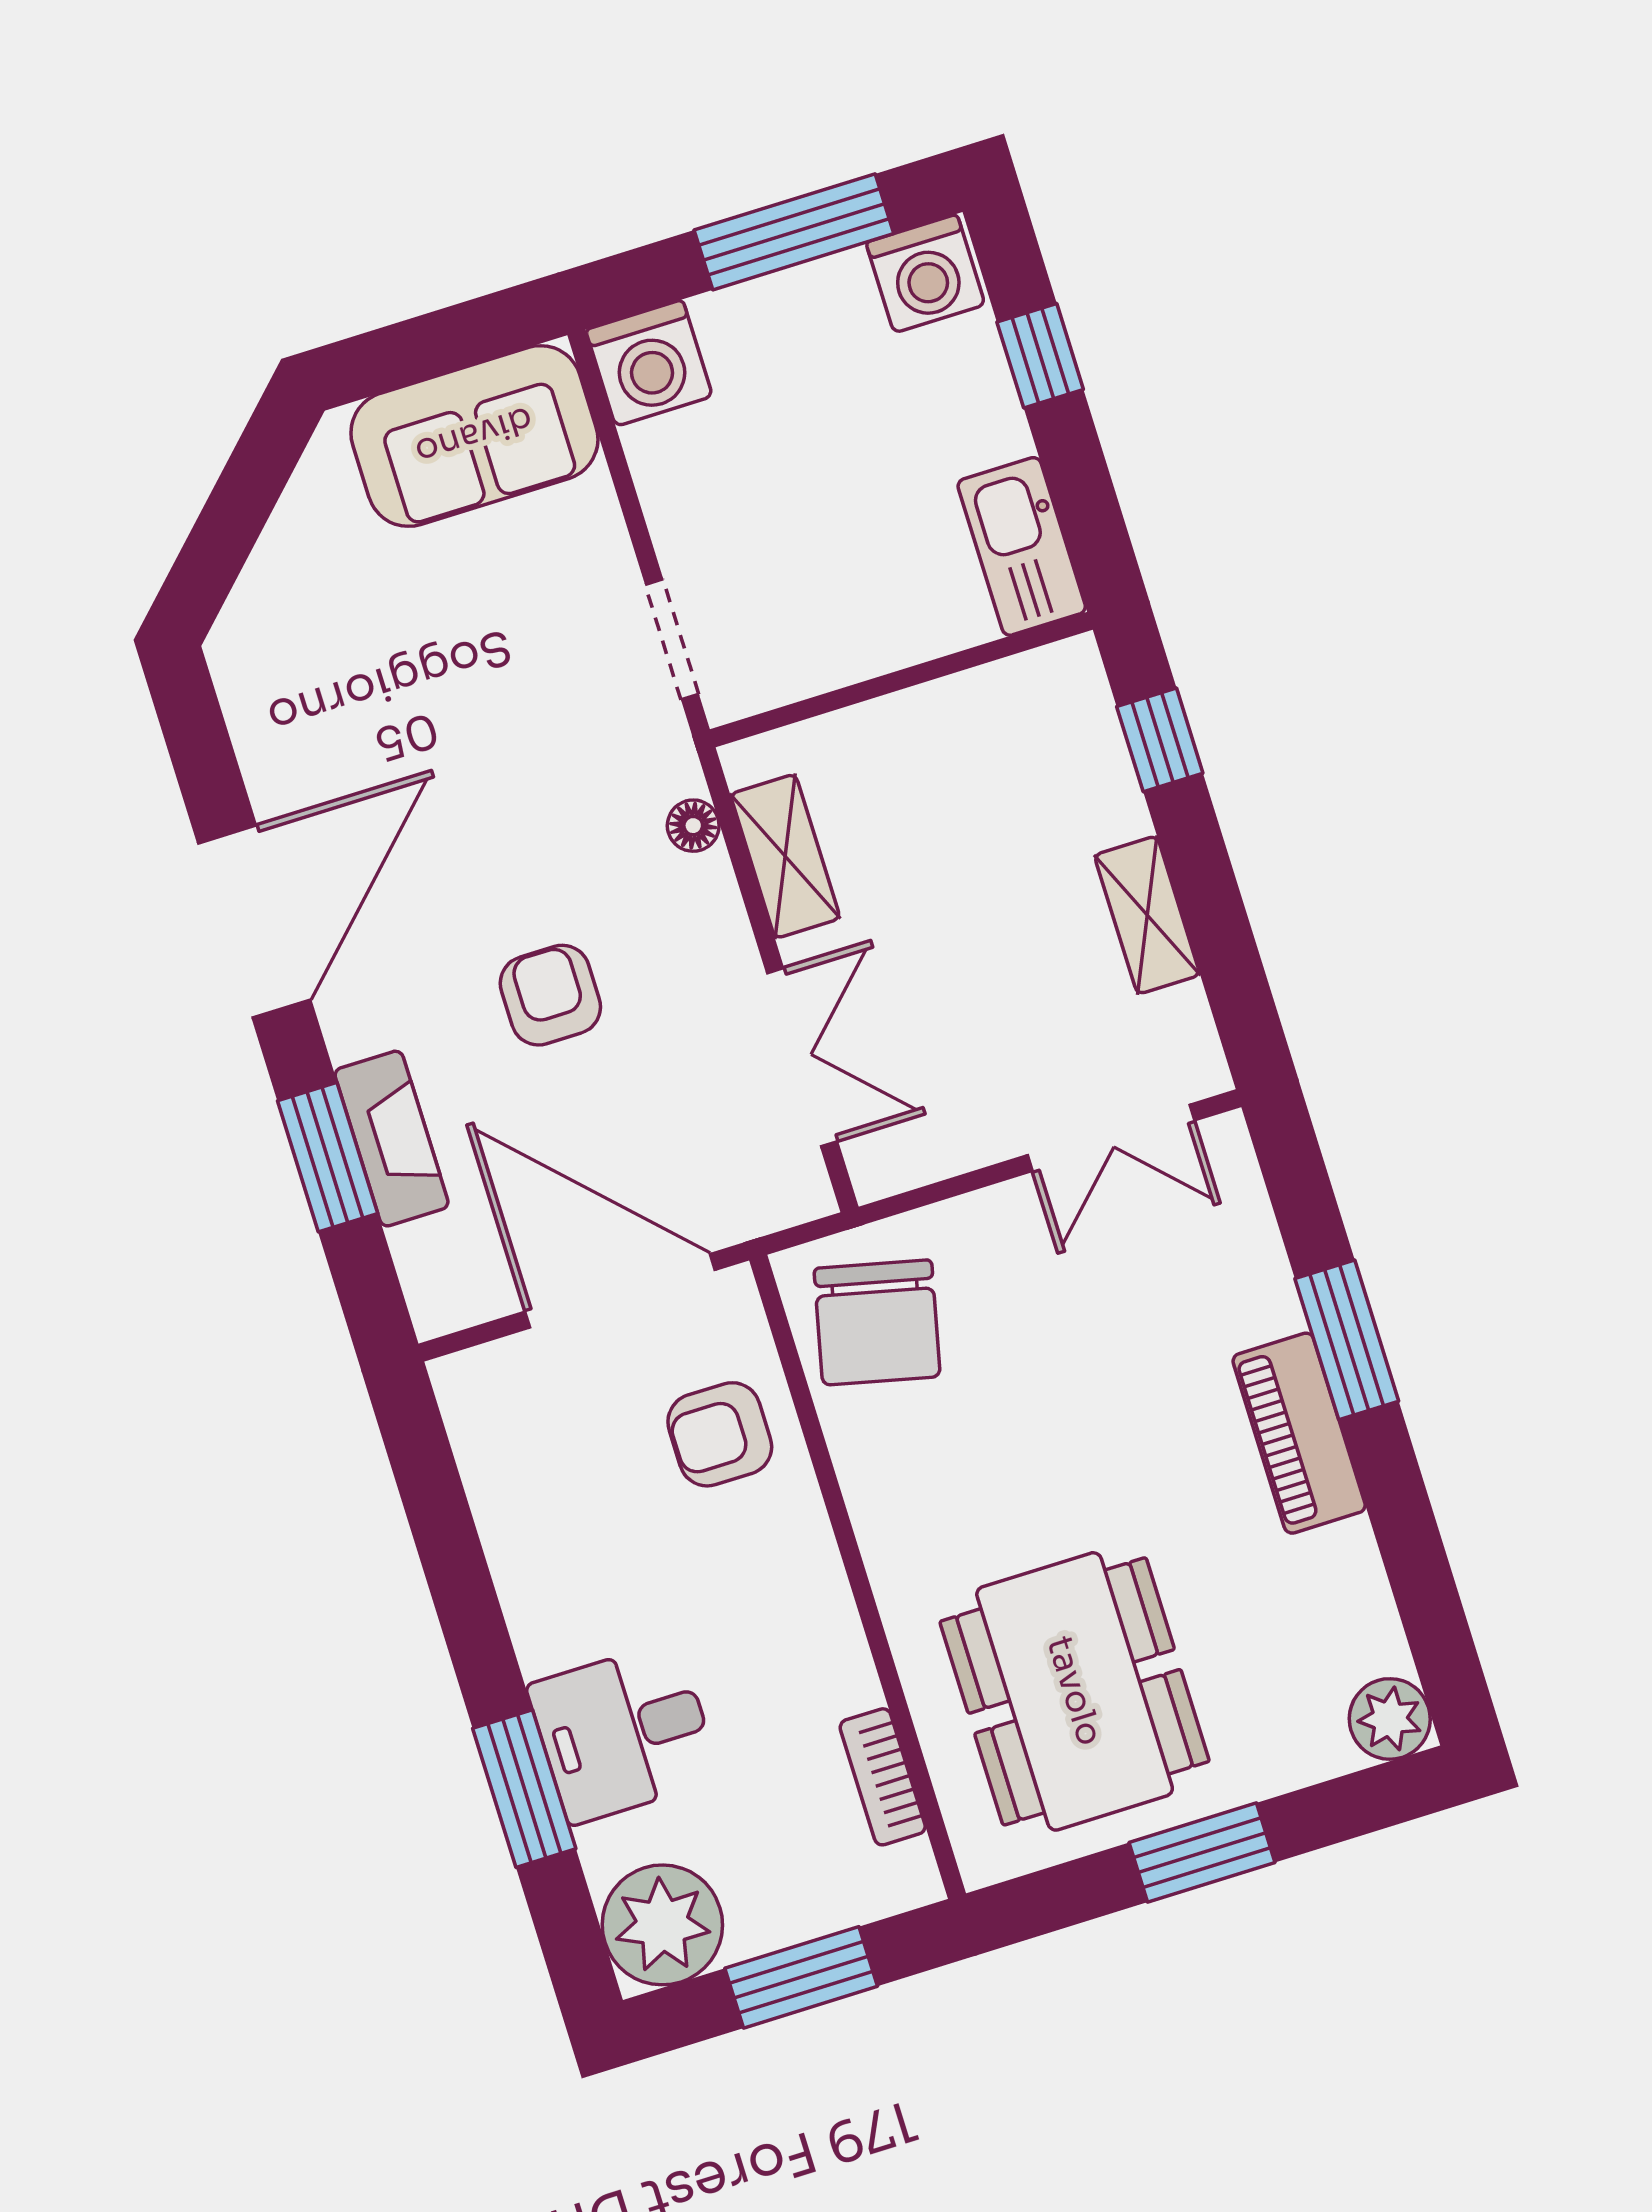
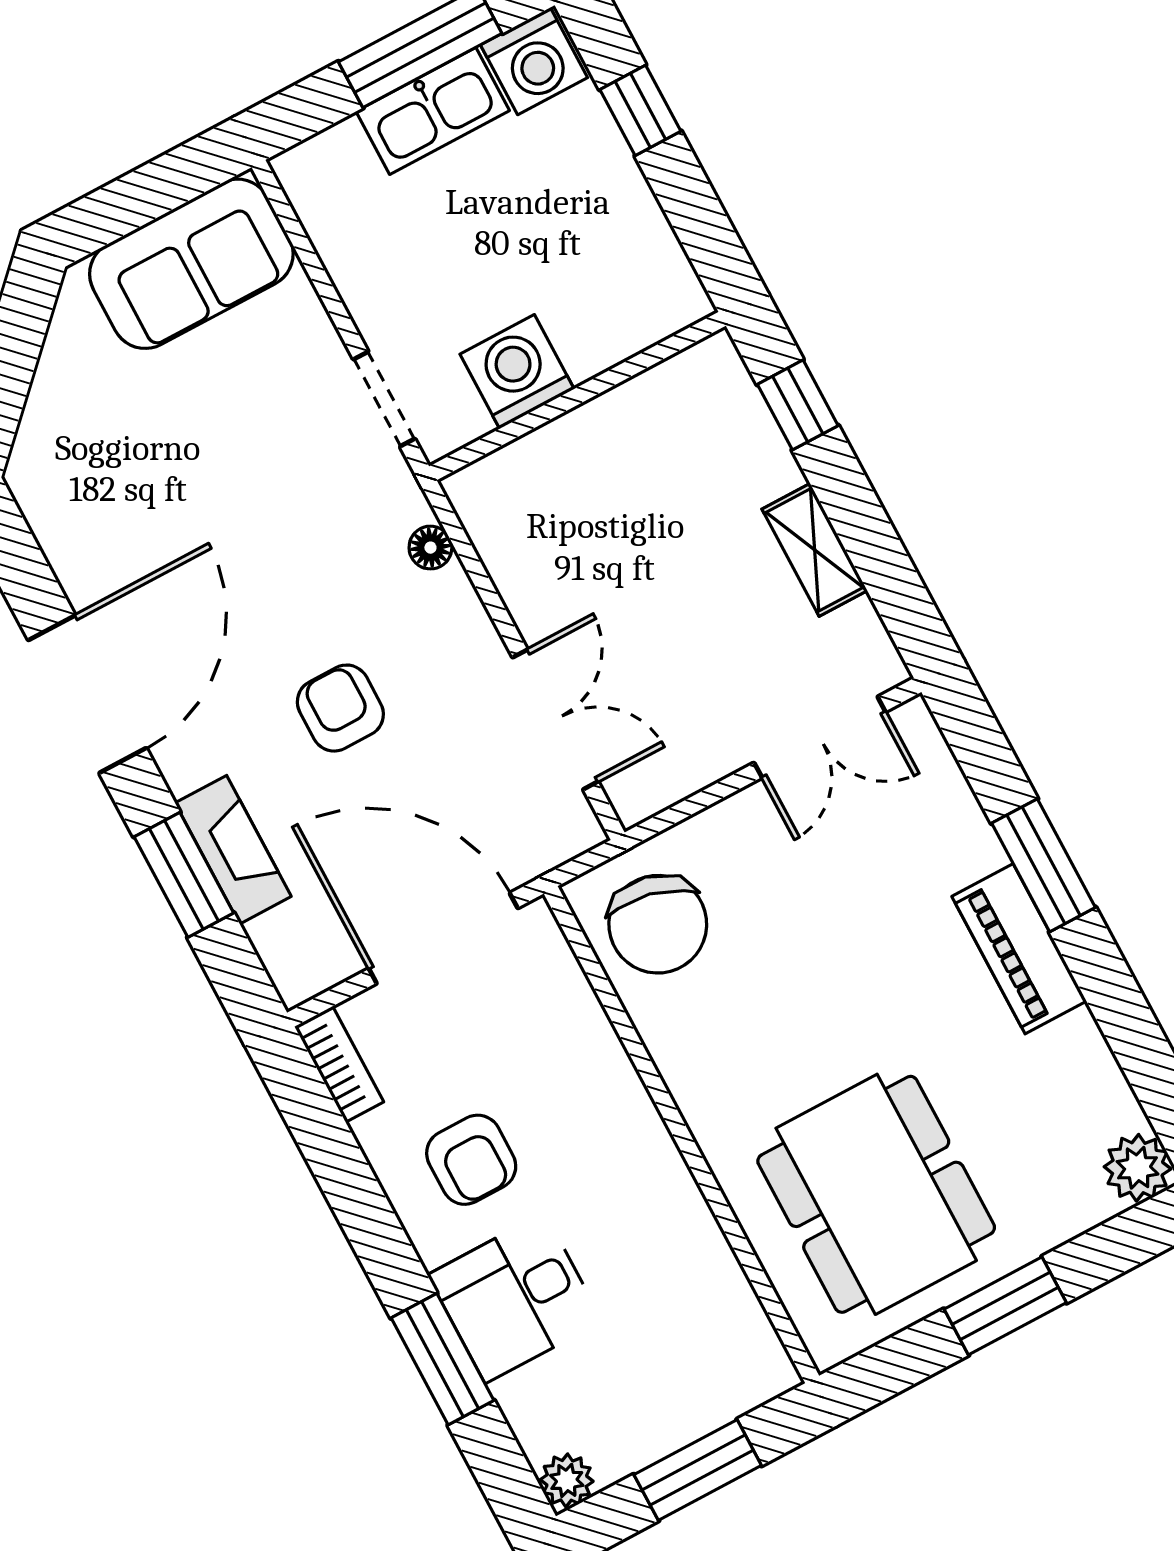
washing machine: (649, 363) -> (517, 372), moved, turned 180
kitchen sink: (1022, 546) -> (433, 111), moved, turned -90
shelving: (785, 856) -> (510, 558), removed
armchair: (720, 1434) -> (471, 1160), moved, turned -90
bookcase: (883, 1777) -> (339, 1064), moved, turned 180
plant: (662, 1925) -> (567, 1480), width x0.53, depth x0.53

